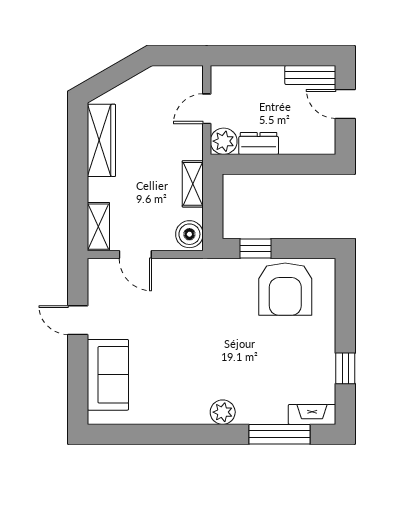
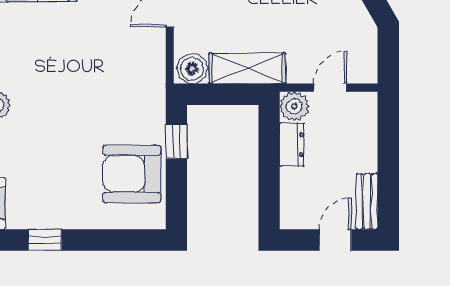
door: (207, 109) -> (330, 88), hinge flipped
shelving: (193, 184) -> (247, 68), width x1.50, depth x1.33

